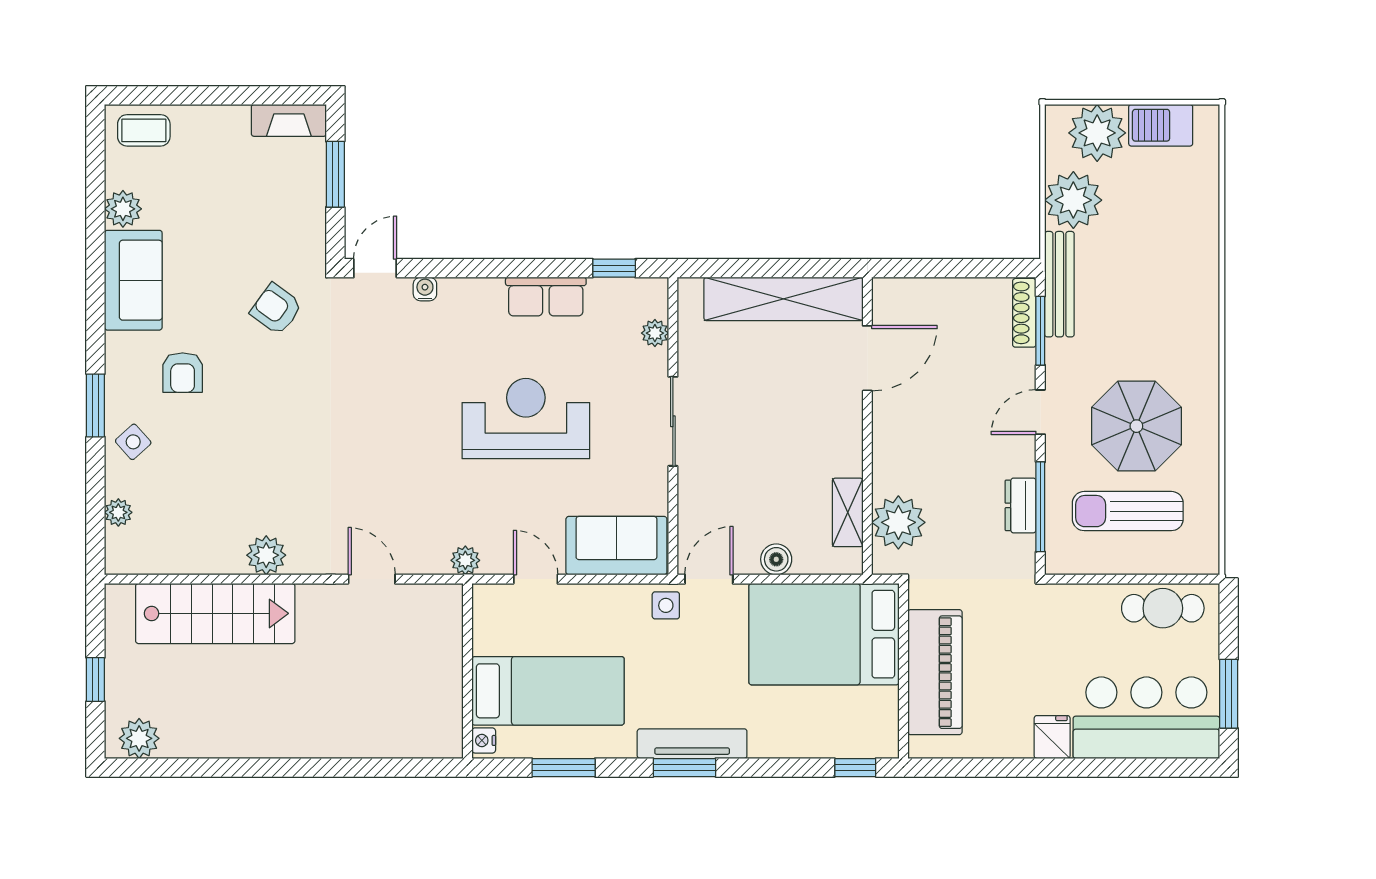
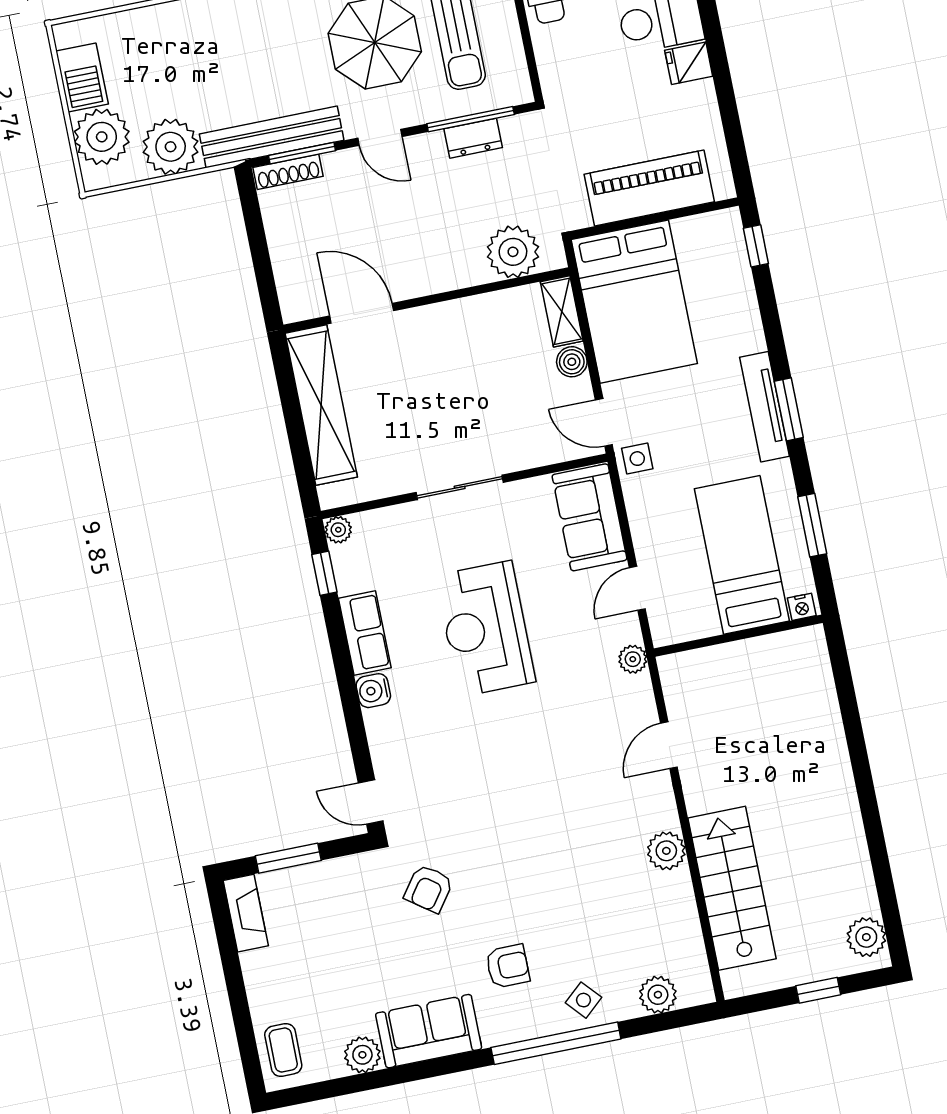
bench: (1059, 284) -> (272, 137), width x1.37, depth x1.21
water cooler: (425, 289) -> (373, 691), moved, width x1.38, depth x1.38
plant: (655, 333) -> (338, 530), moved
window: (95, 405) -> (556, 1043), width x2.11
plant: (118, 512) -> (658, 995), width x1.38, depth x1.38
shelving: (848, 512) -> (562, 311), moved, turned 90

